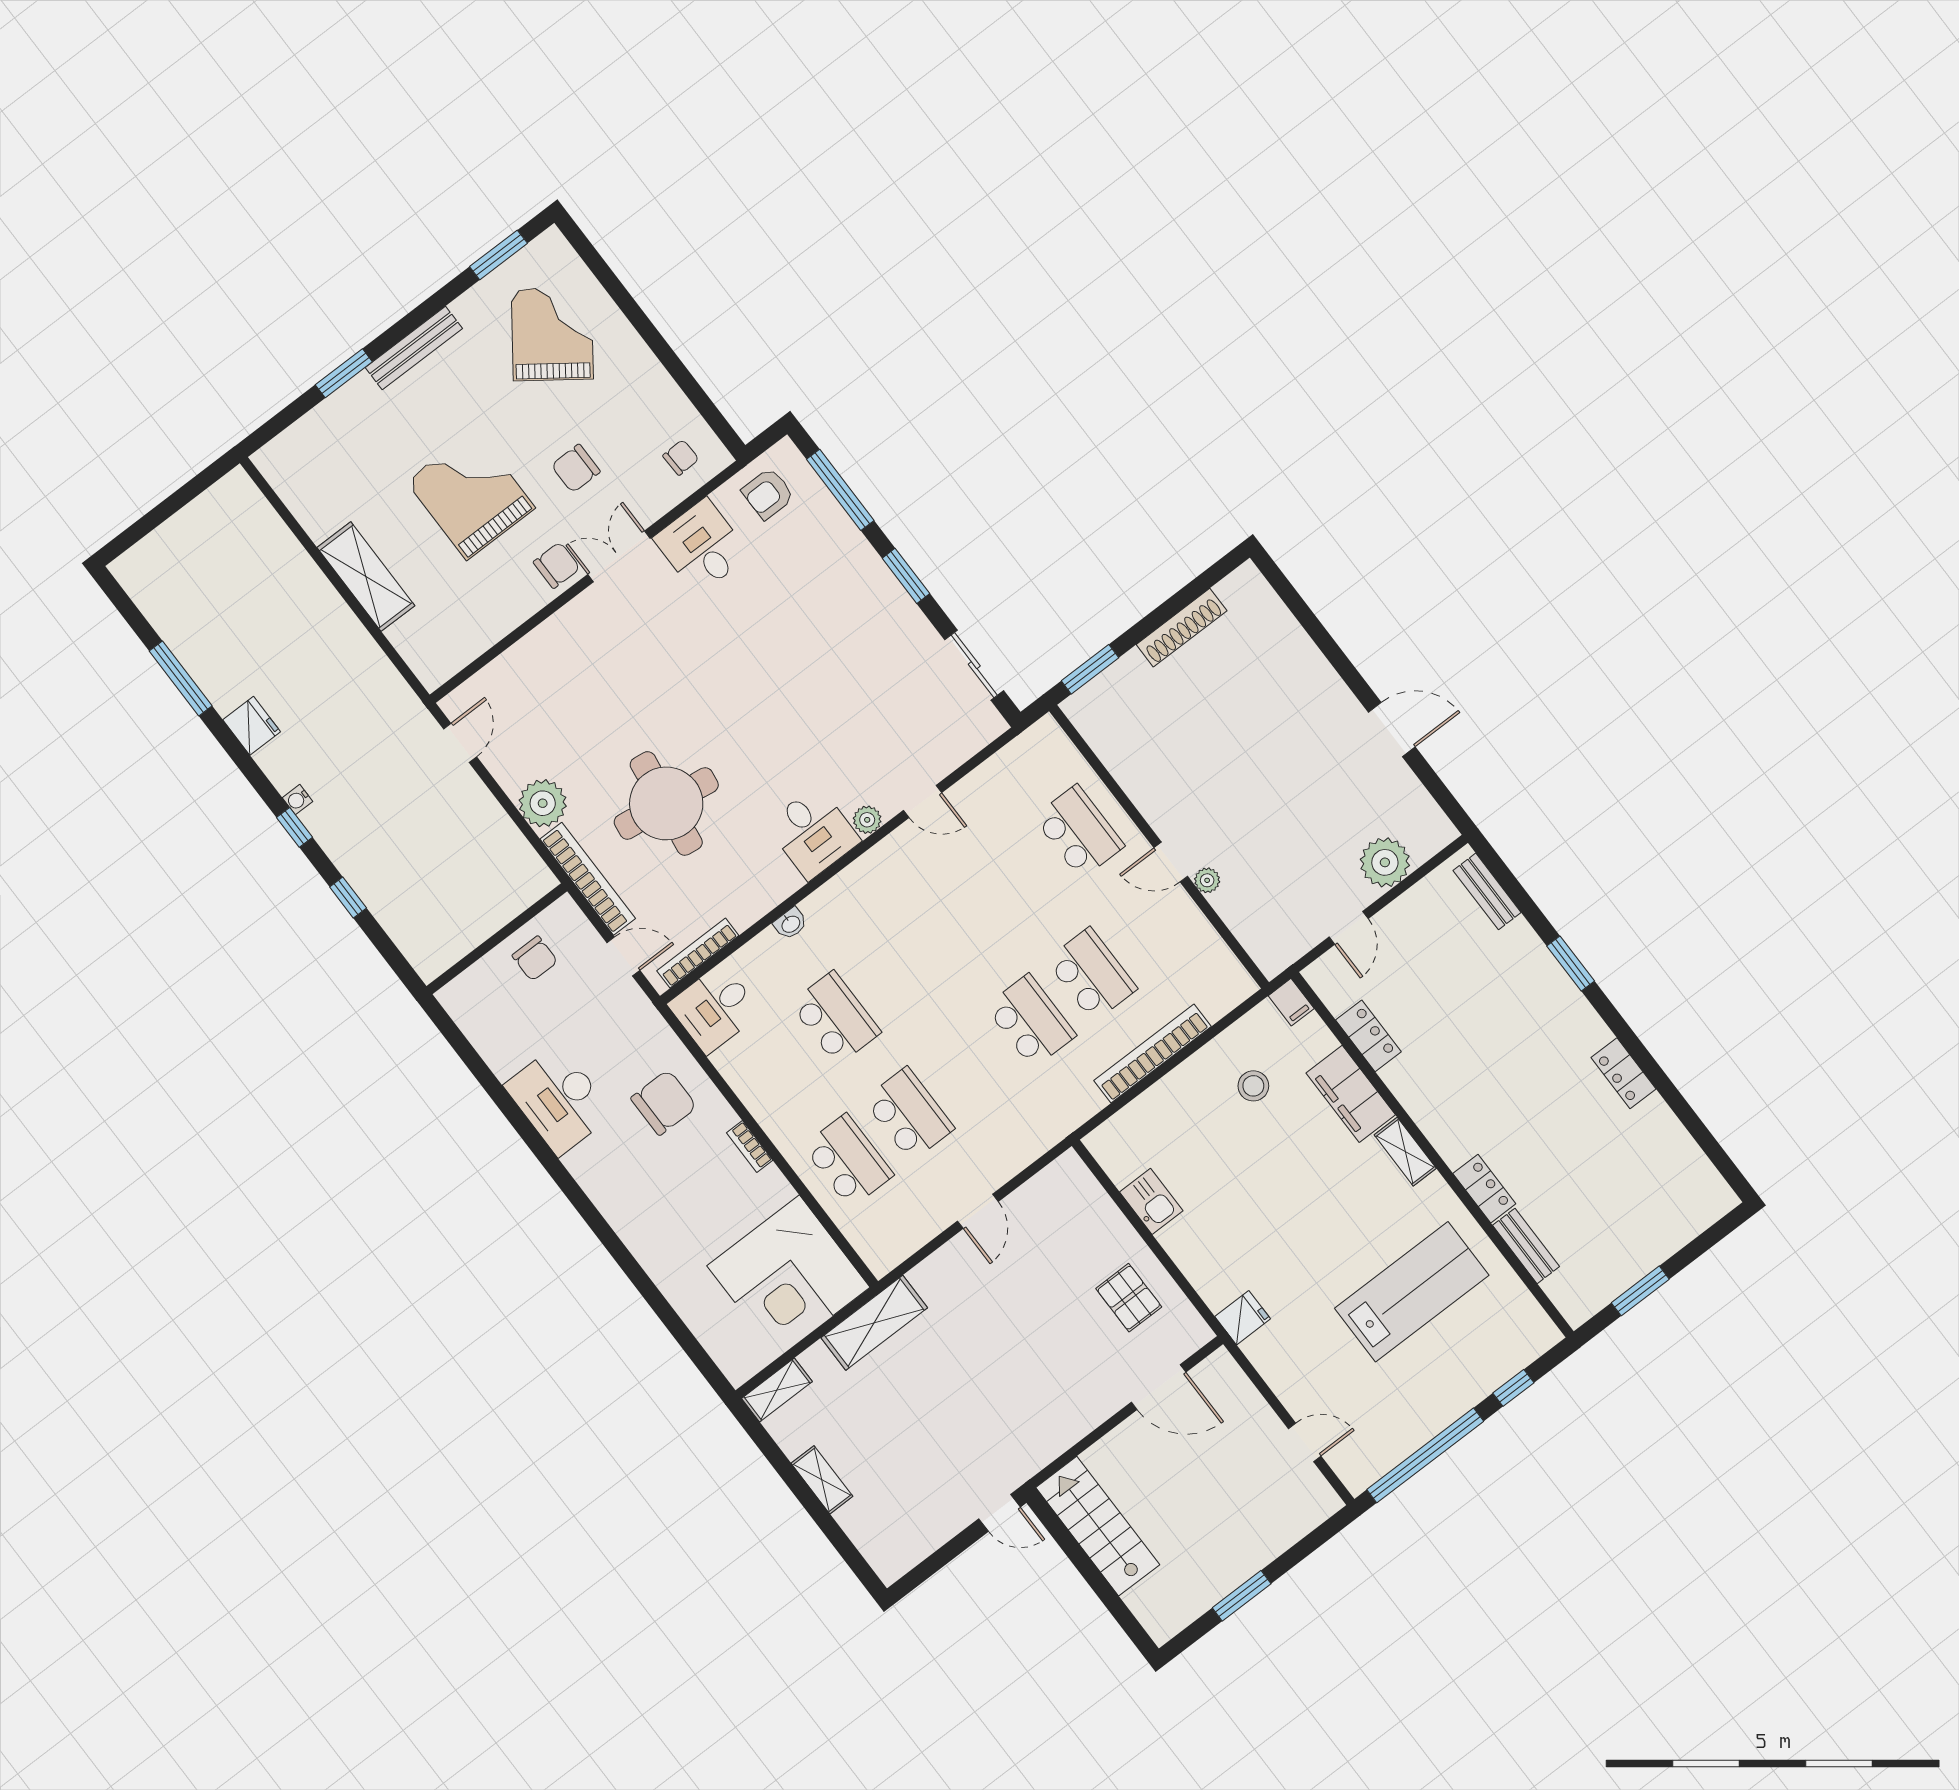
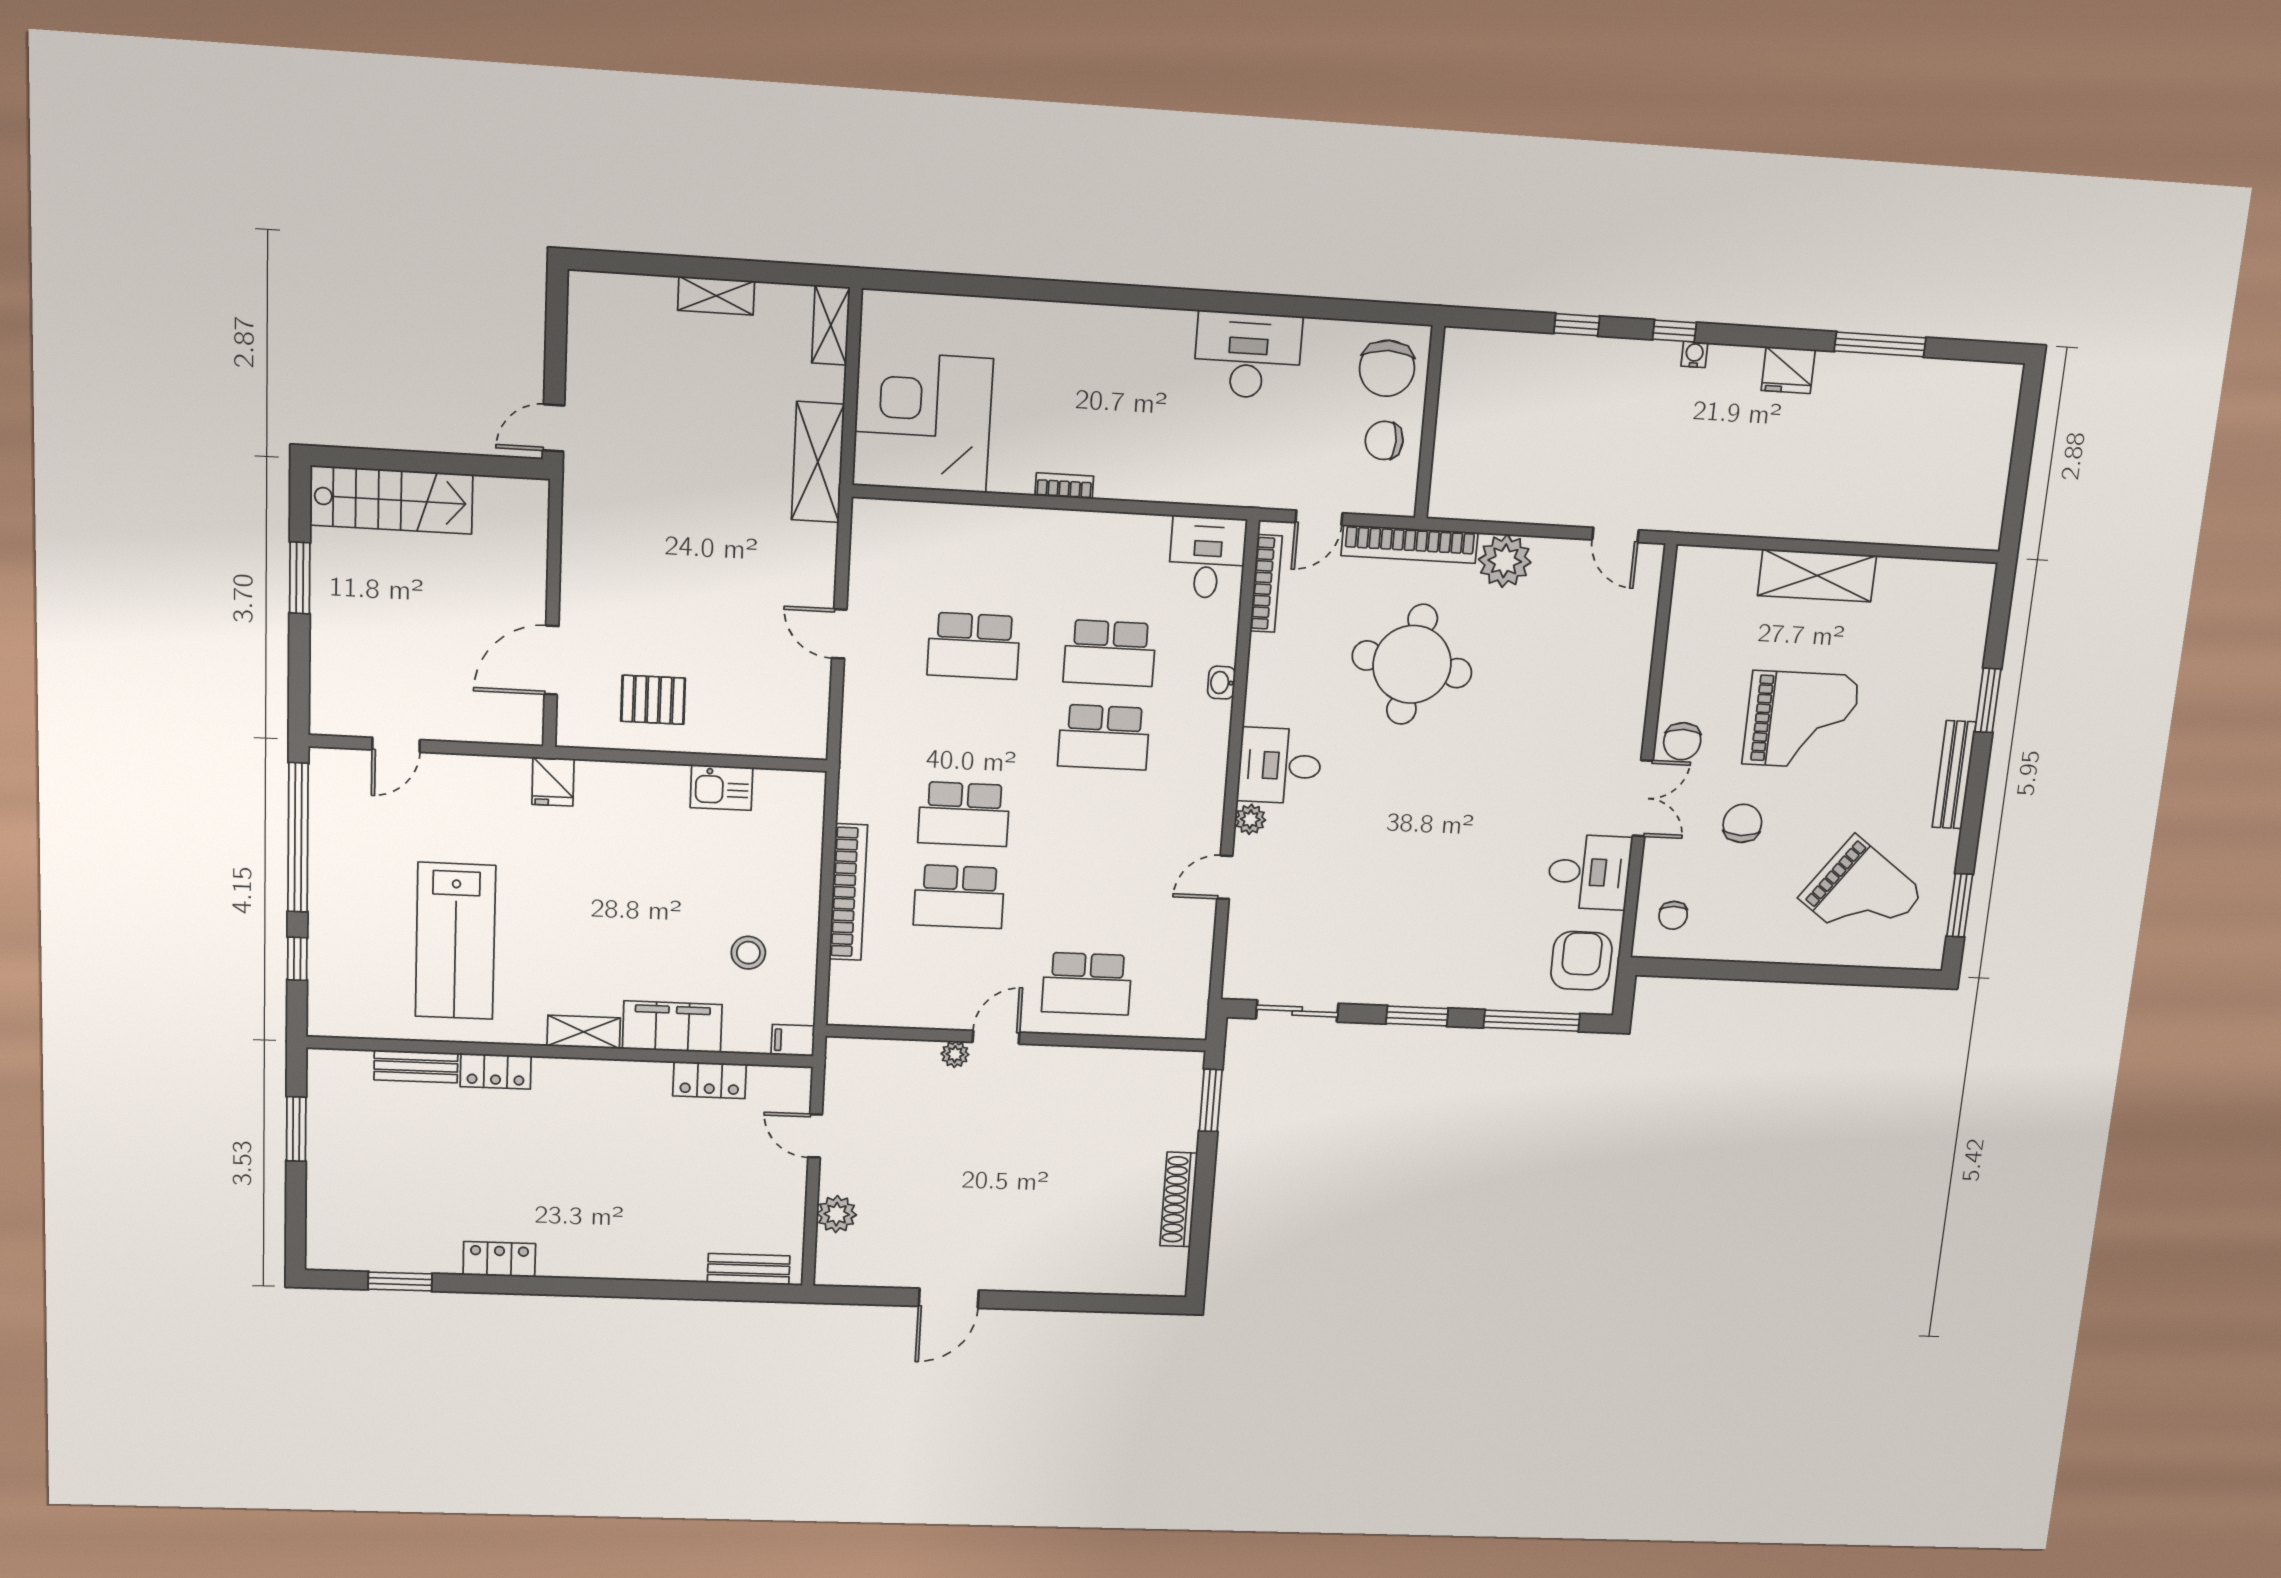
armchair: (768, 494) -> (1581, 961), width x1.38, depth x1.38
plant: (1385, 862) -> (837, 1214), width x0.73, depth x0.73
window: (1571, 963) -> (400, 1282), moved
chair: (664, 1102) -> (1387, 368), moved
school desk: (848, 1161) -> (1104, 737), moved
stairs: (1098, 1526) -> (391, 500), moved

